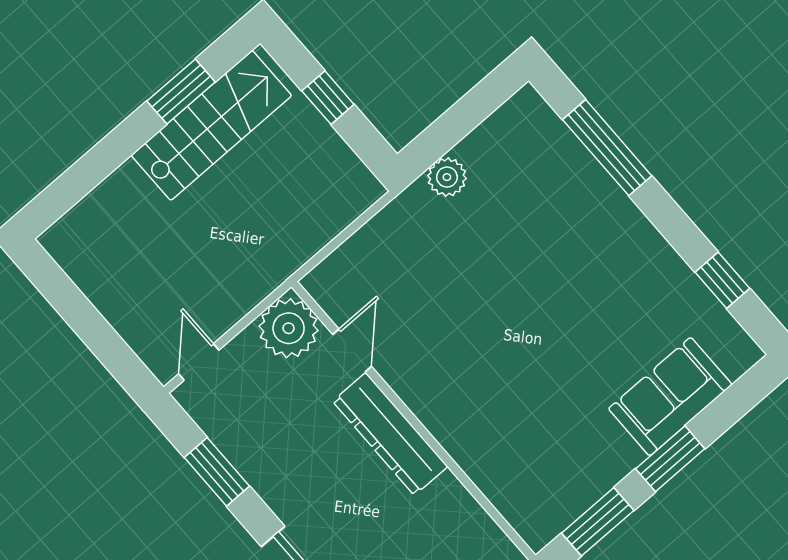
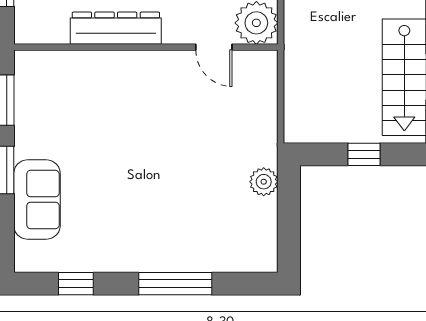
window: (607, 148) -> (175, 284), moved
dresser: (390, 434) -> (116, 28), moved

